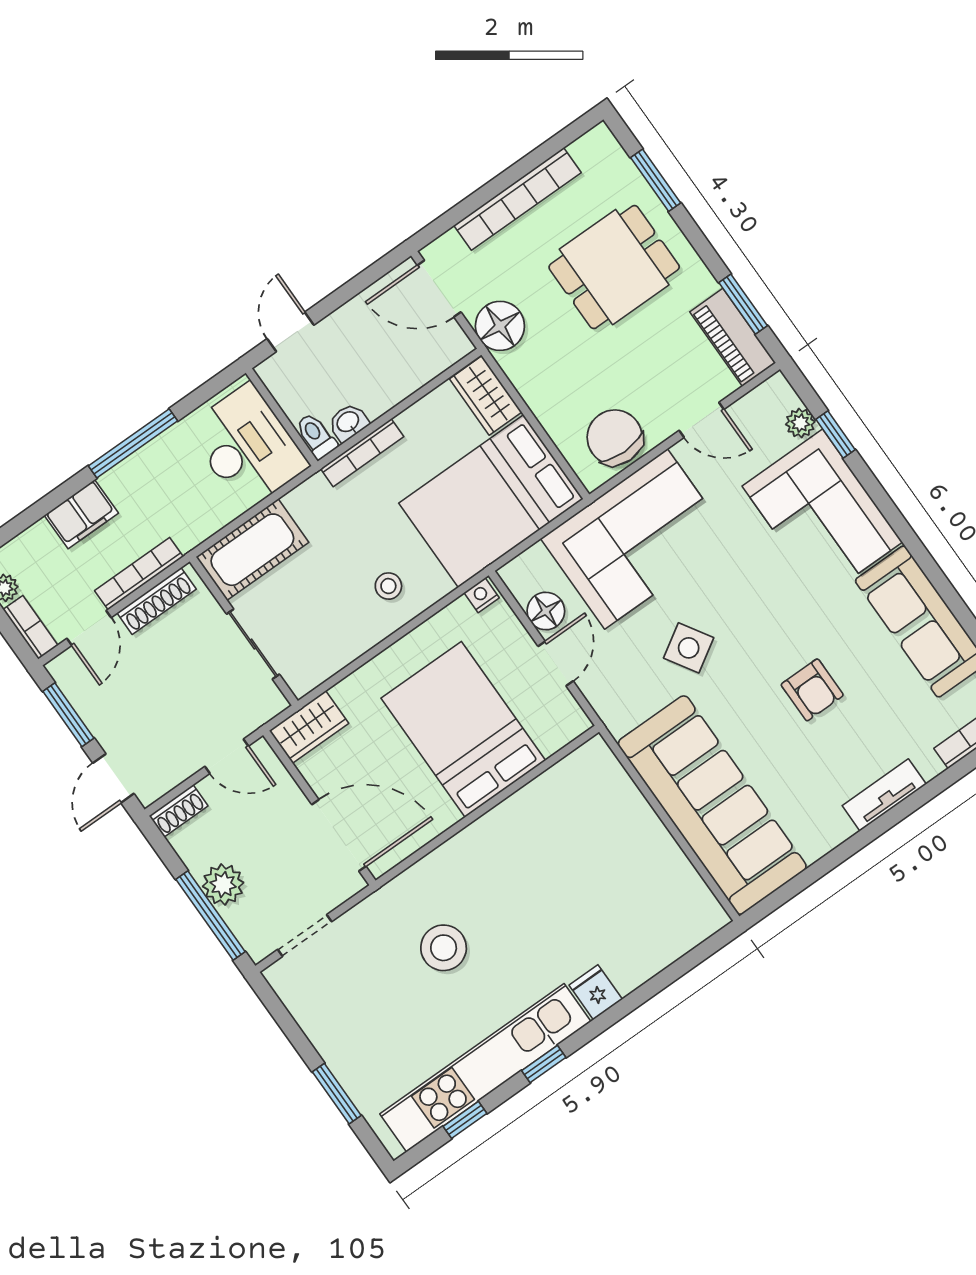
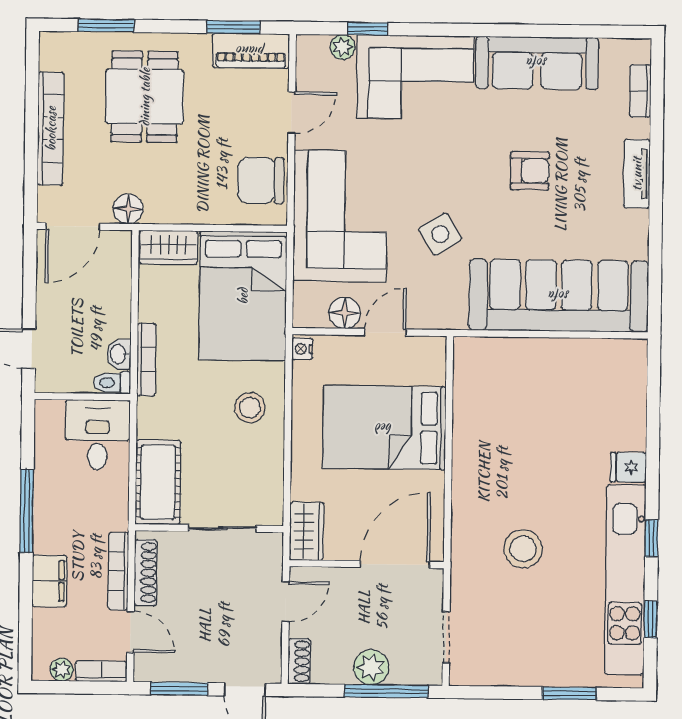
floor lamp: (500, 326) -> (128, 209), width x0.73, depth x0.73
desk: (247, 447) -> (98, 435), width x0.73
stool: (388, 586) -> (250, 408), width x1.37, depth x1.37
door: (556, 664) -> (385, 332), hinge flipped

